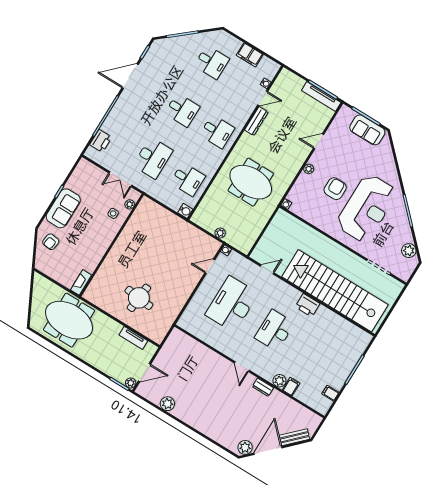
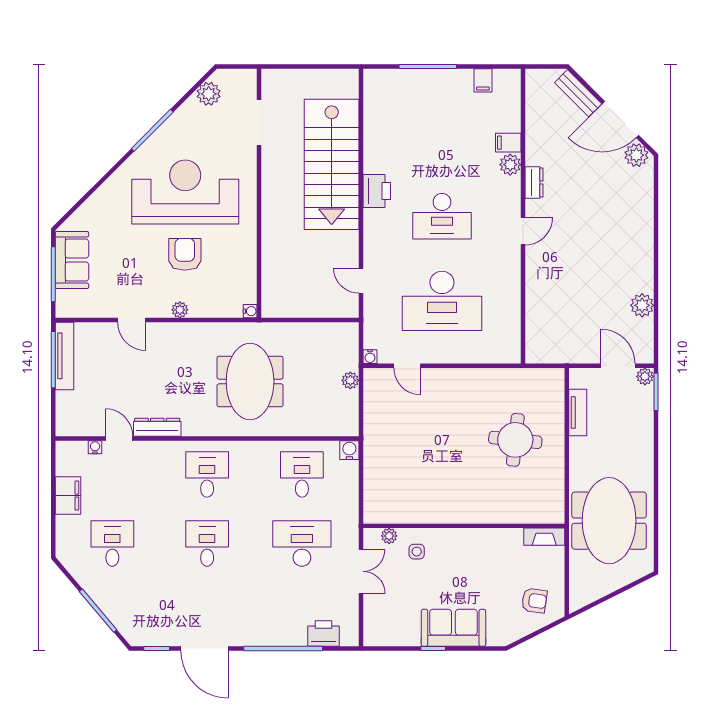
armchair: (335, 189) -> (185, 254), turned 90
armchair: (51, 242) -> (534, 601), moved
stairs: (335, 291) -> (332, 164), width x0.73

